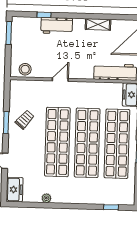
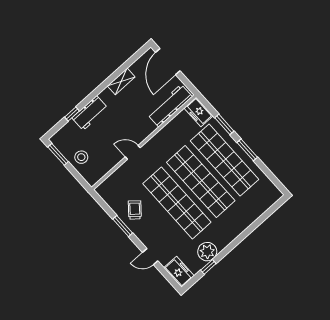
stool: (25, 69) -> (81, 157), moved
door: (60, 80) -> (133, 152), hinge flipped
plant: (46, 198) -> (207, 252), width x1.87, depth x1.87
window: (111, 207) -> (208, 267), moved

